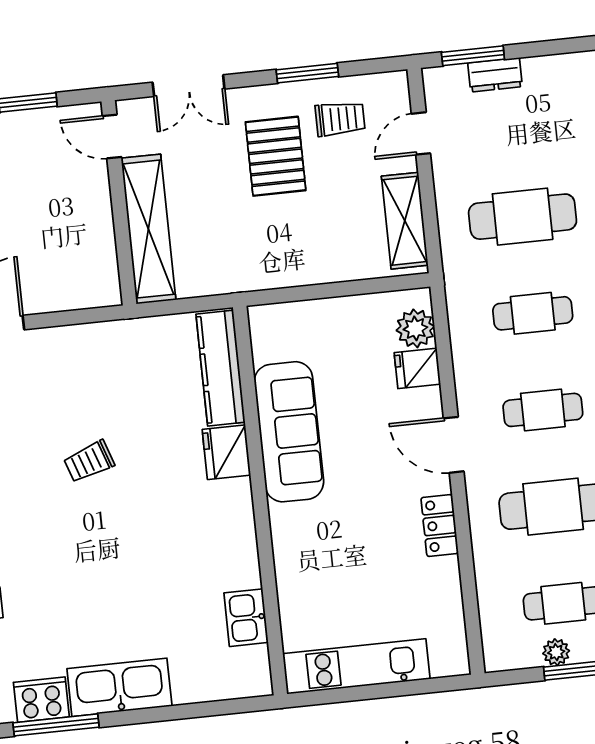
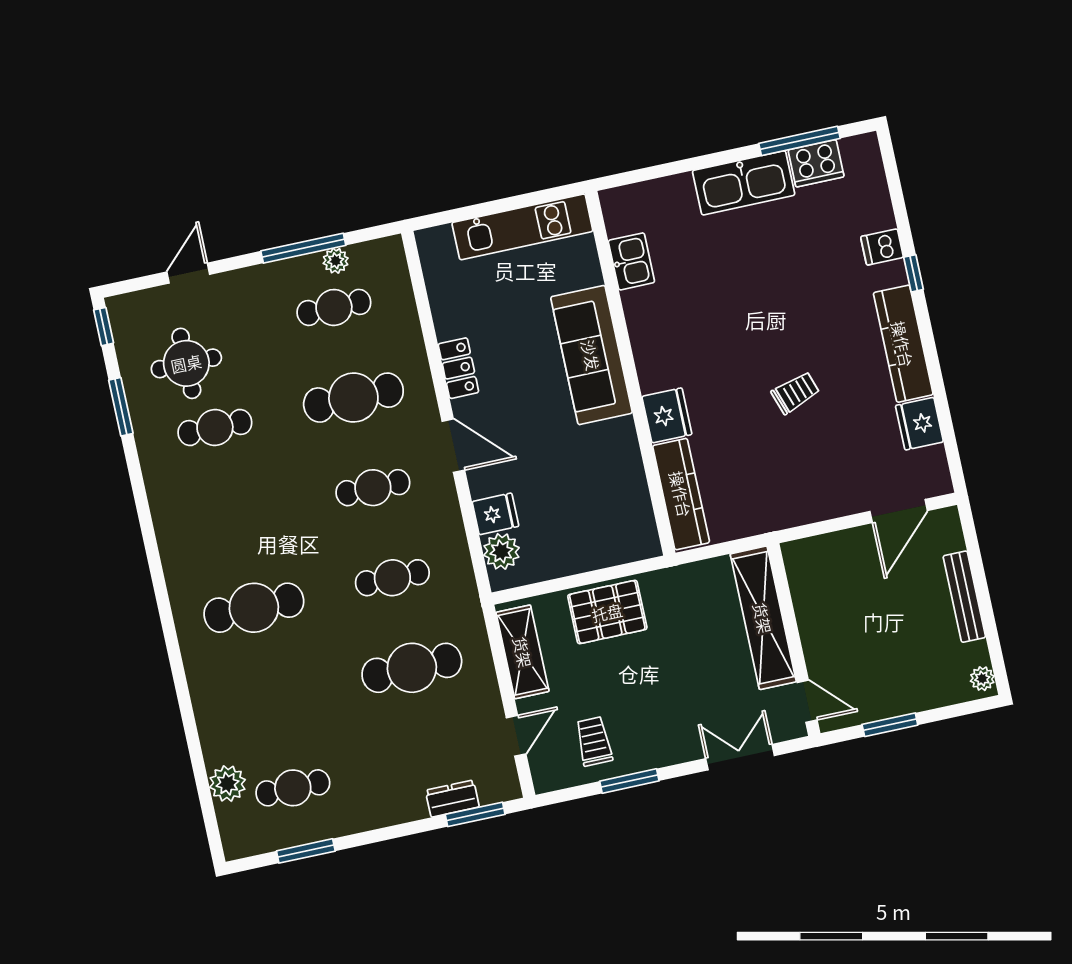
trolley: (340, 119) -> (594, 741), turned 90
pallet: (276, 156) -> (607, 612), moved, turned 90
sofa: (289, 432) -> (591, 355), moved

